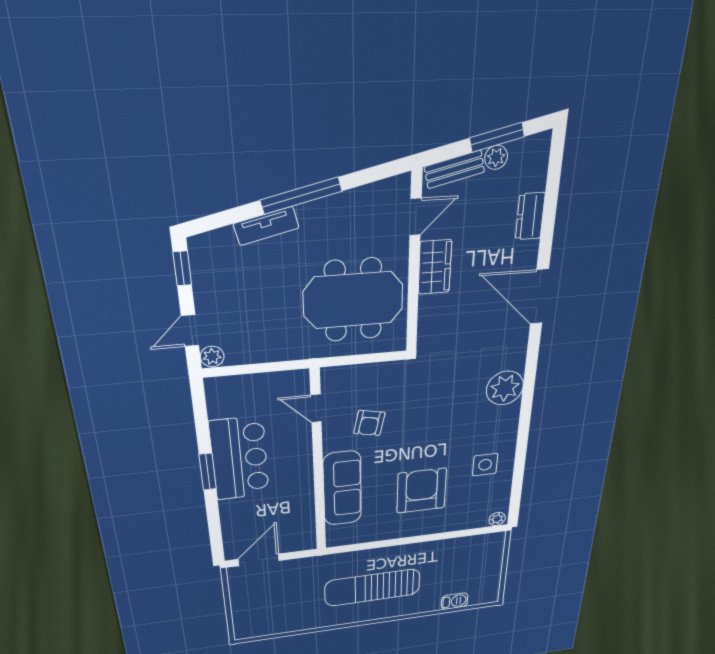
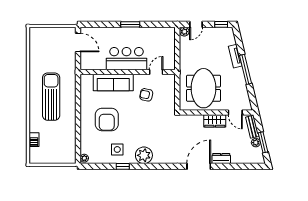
dresser: (530, 216) -> (221, 159), moved
door: (190, 331) -> (196, 24), swing flipped
plant: (505, 388) -> (144, 155), moved
window: (521, 451) -> (123, 166), added
bar counter: (240, 459) -> (126, 59), moved, turned 180
armchair: (422, 491) -> (107, 120), turned 90

